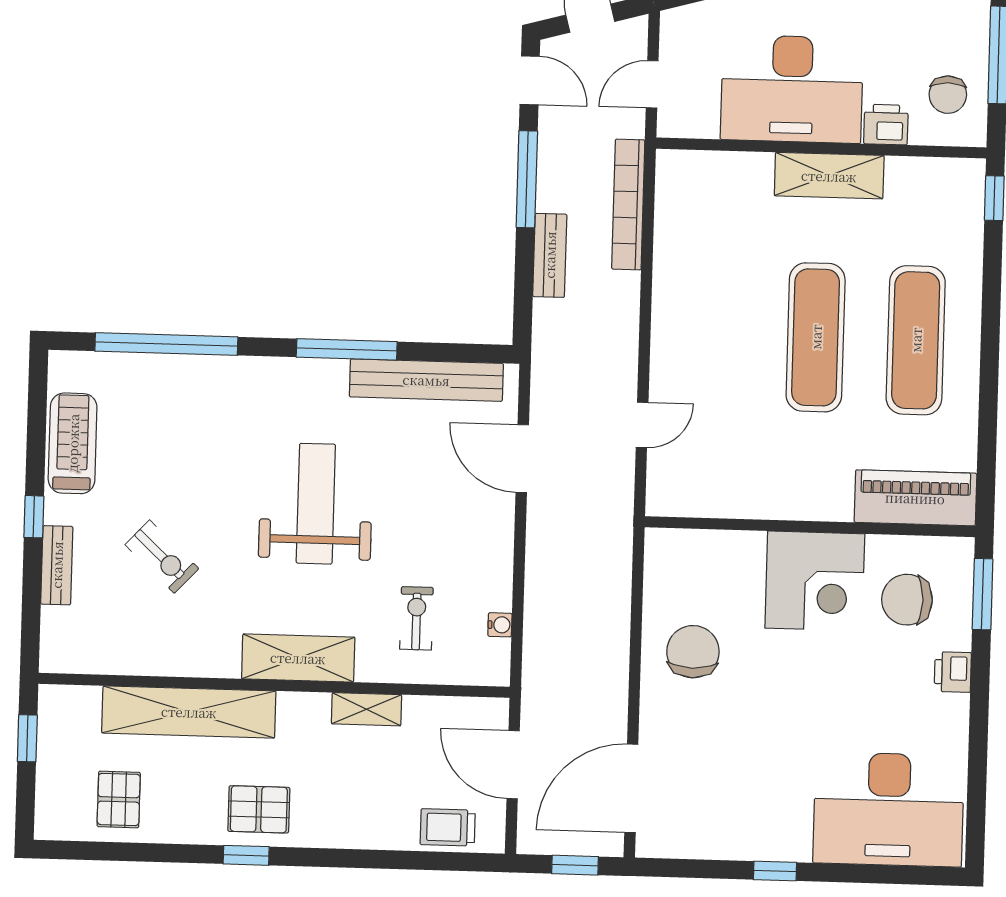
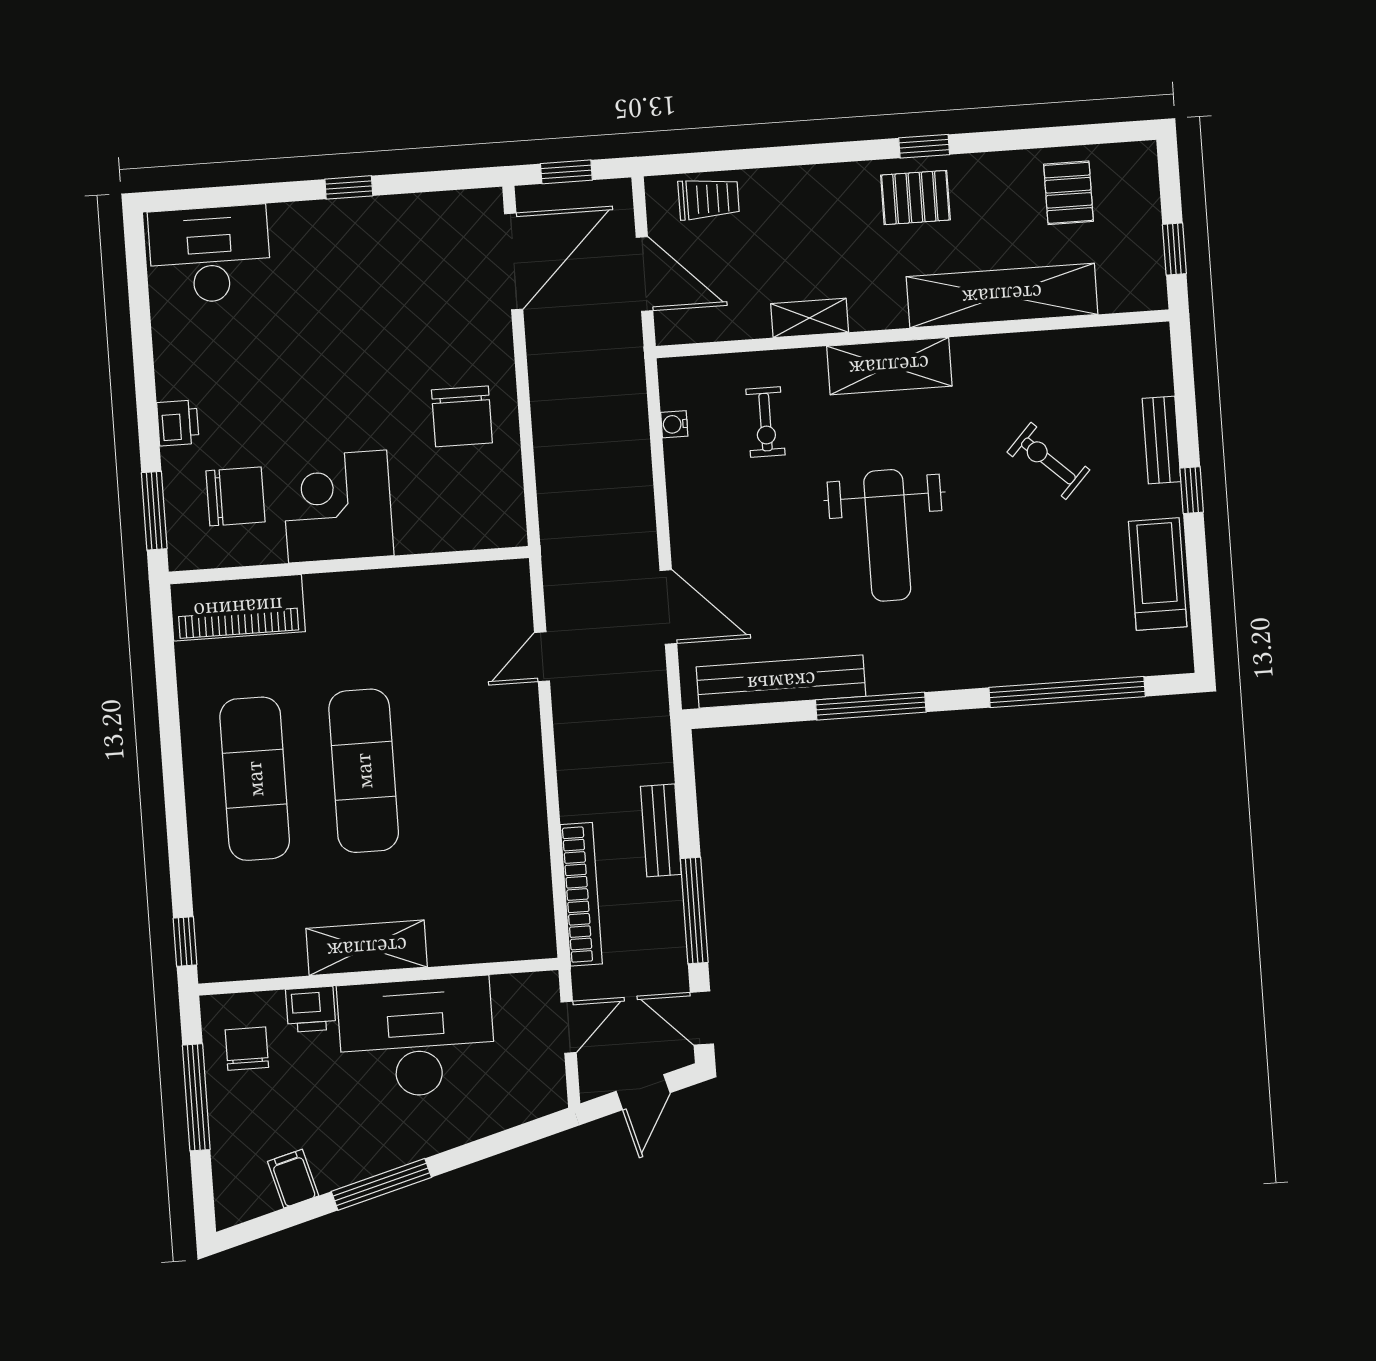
treadmill: (73, 443) -> (1158, 574), turned 180
desk: (889, 809) -> (210, 254), width x0.73, depth x0.77

